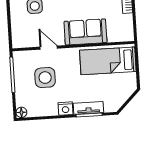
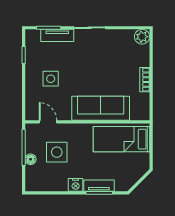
sofa: (85, 32) -> (101, 108), width x1.36
door: (49, 48) -> (48, 122), moved
floor lamp: (21, 112) -> (31, 159), moved

